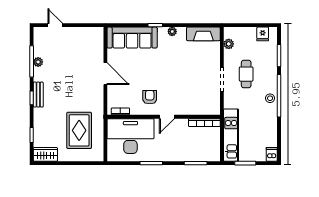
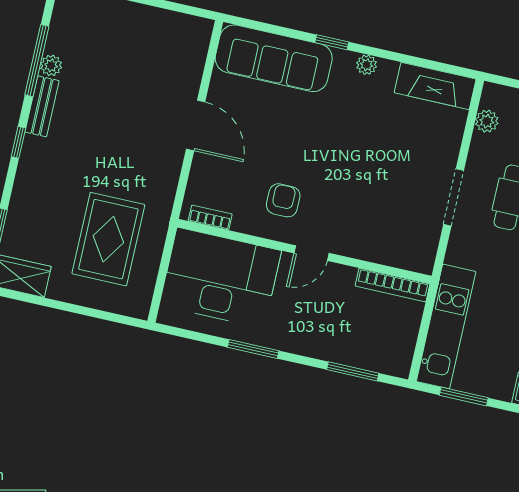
bench: (38, 95) -> (42, 106), moved

